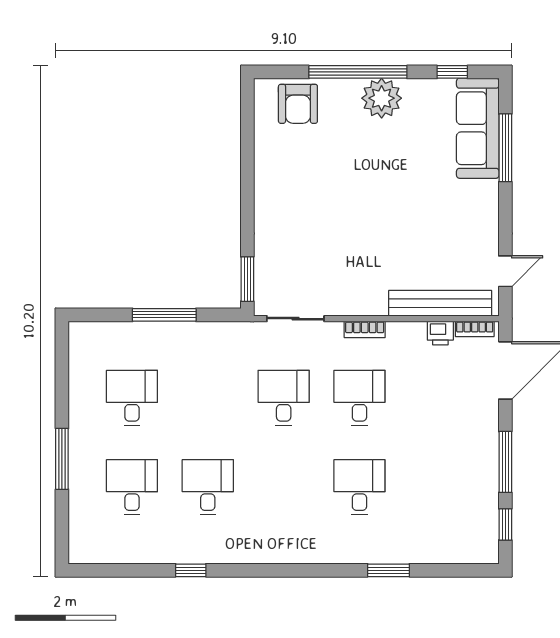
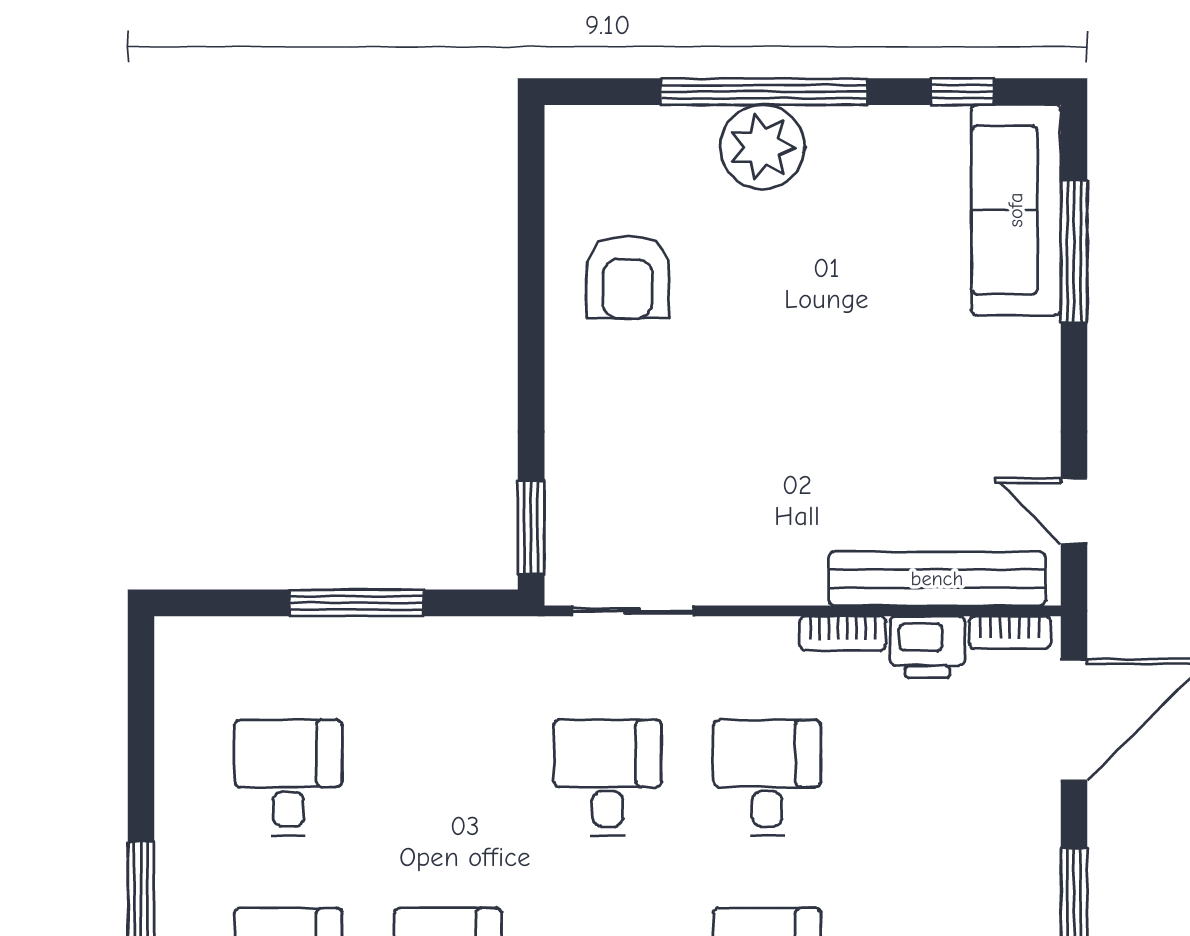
plant: (382, 98) -> (762, 147), moved
armchair: (298, 104) -> (628, 277), moved
door: (505, 271) -> (1074, 511), swing flipped
bookcase: (365, 329) -> (843, 633), moved
printer: (440, 333) -> (927, 647), width x1.36, depth x1.24

